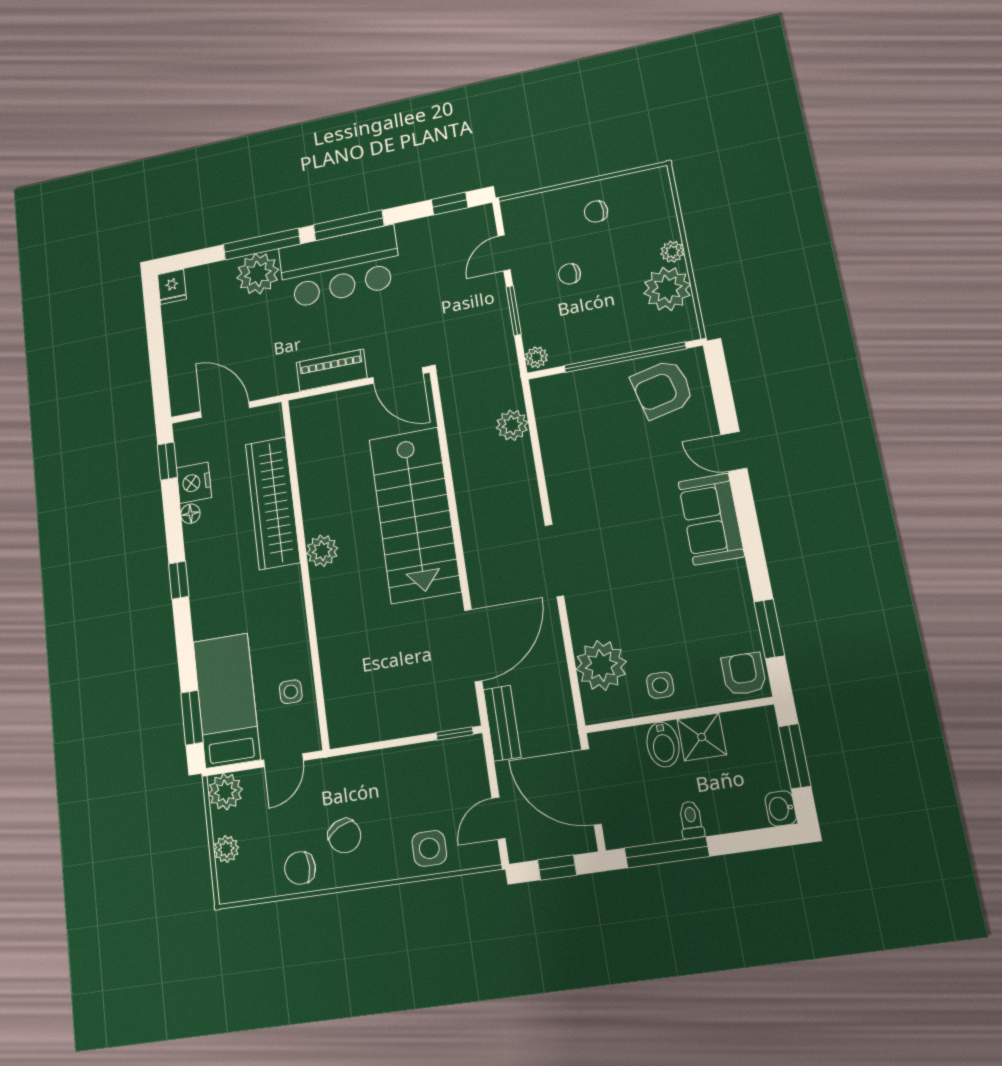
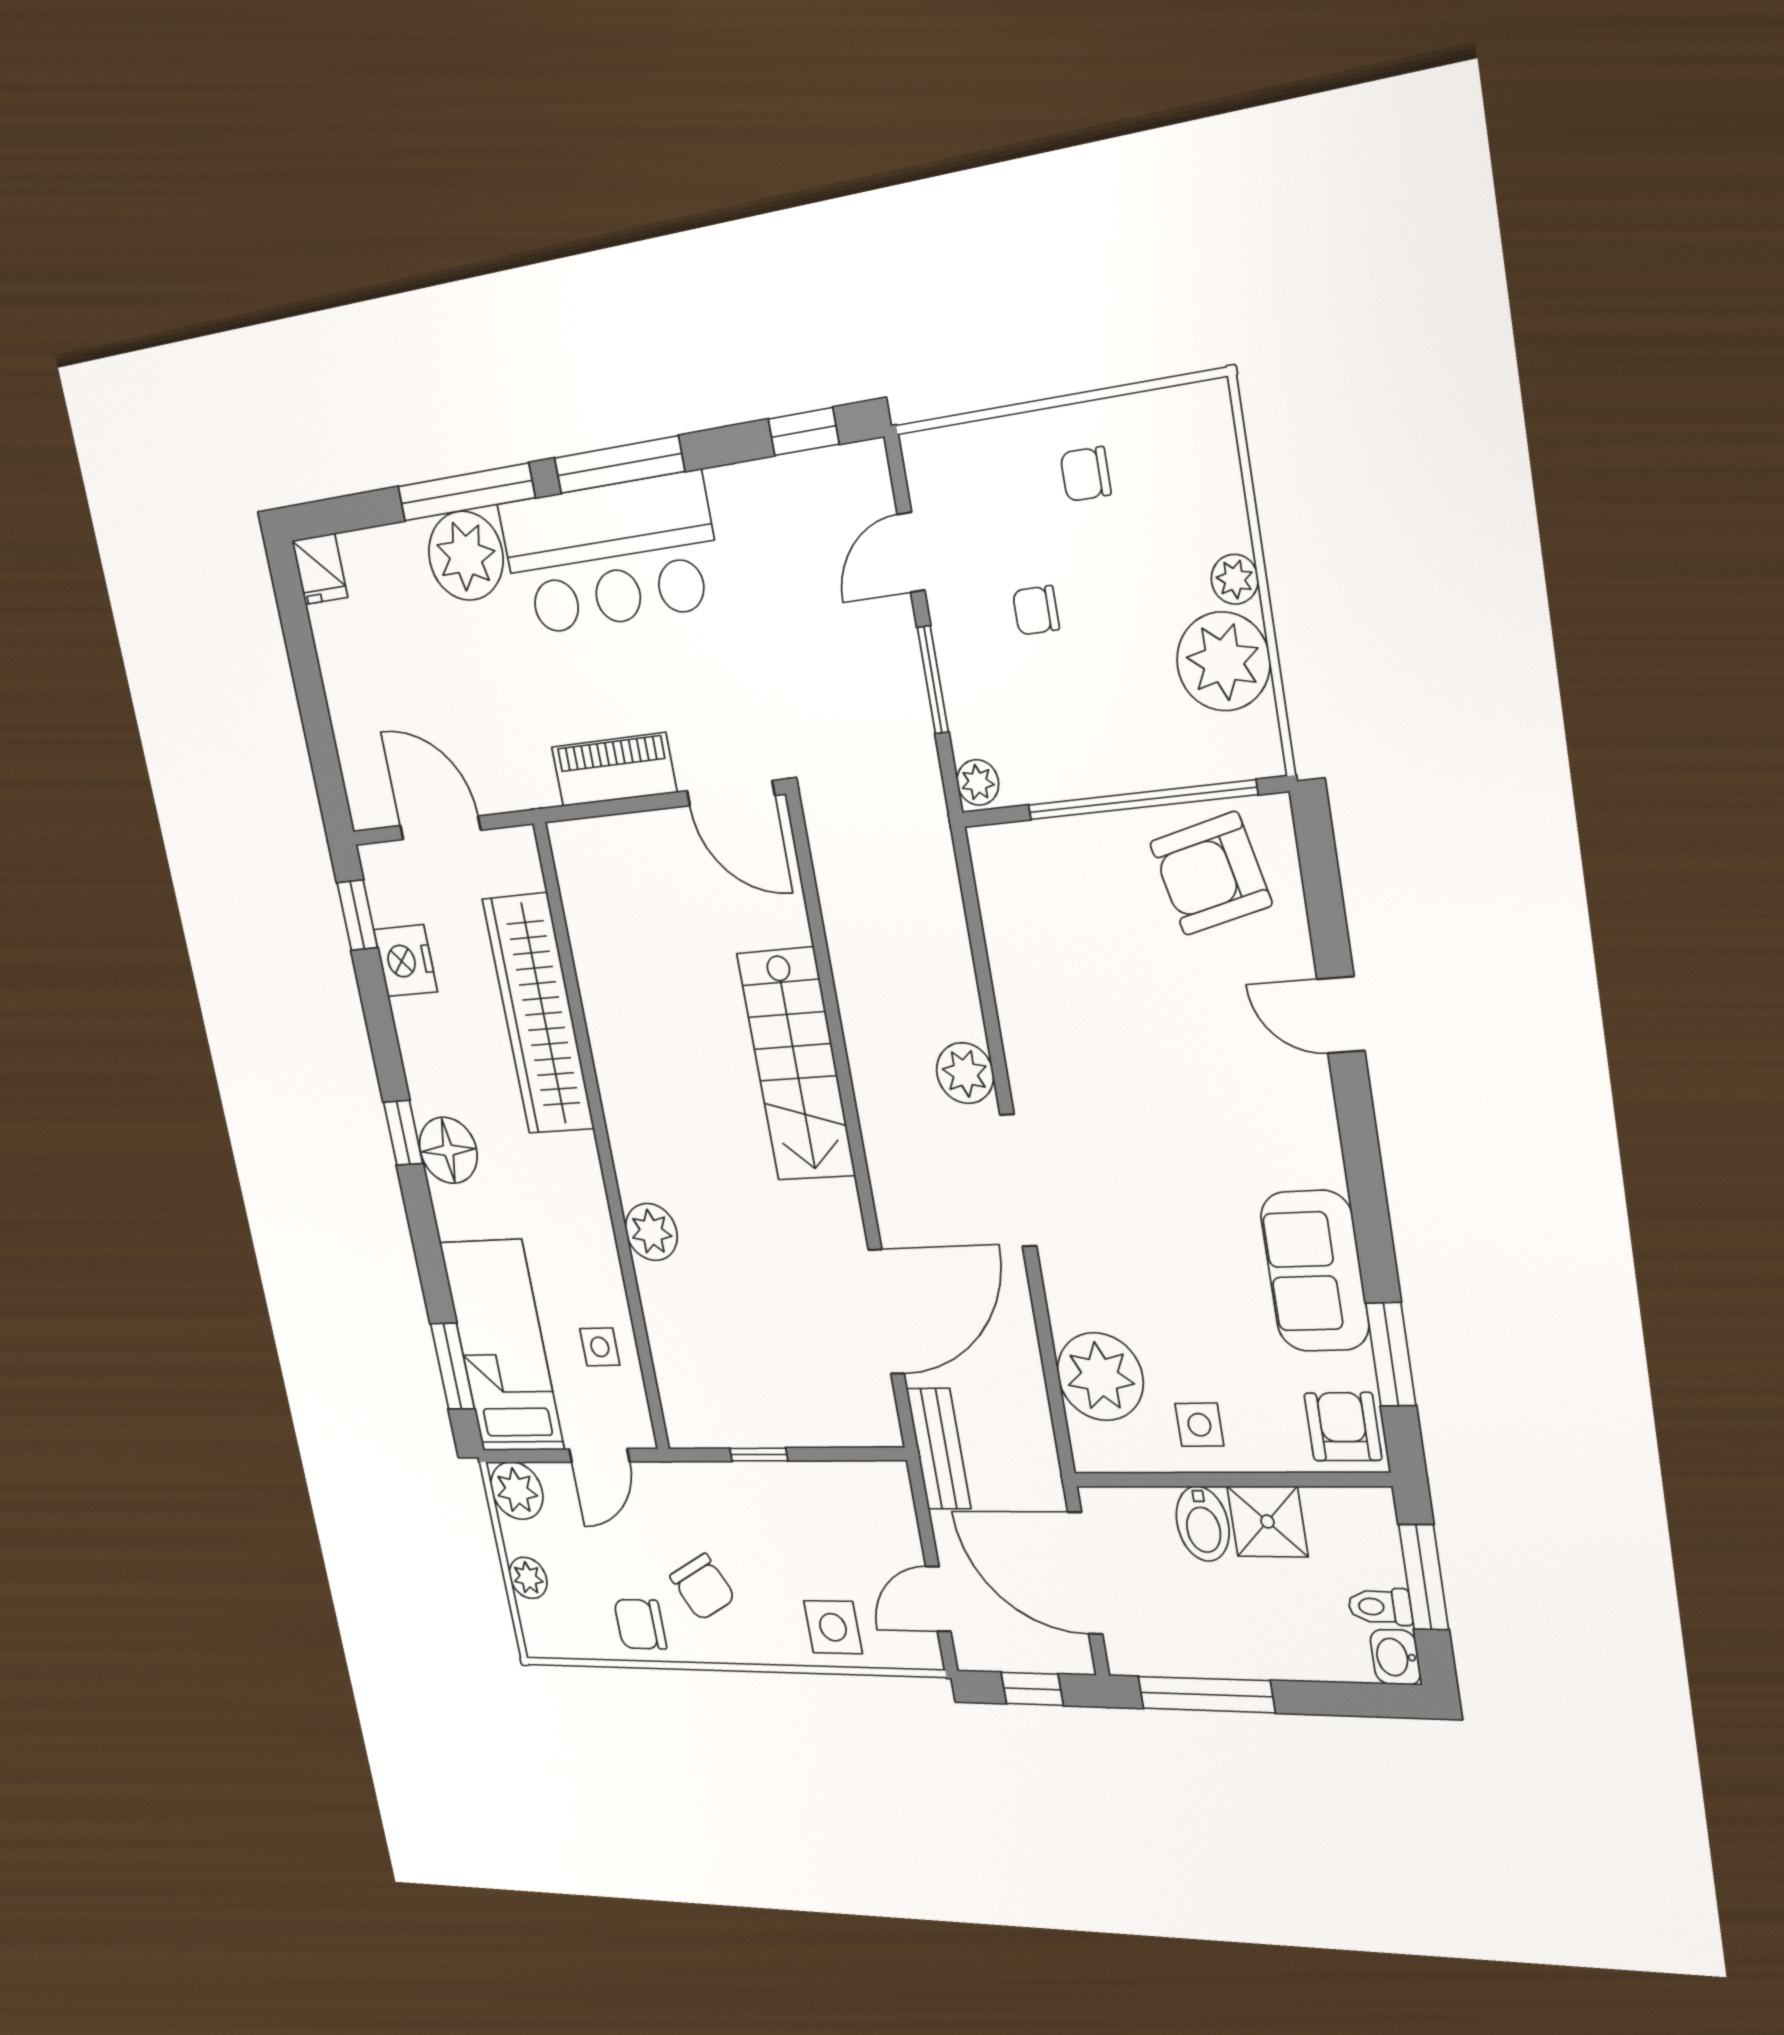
plant: (512, 425) -> (965, 1073), moved
floor lamp: (190, 514) -> (448, 1150), moved, width x1.89, depth x1.89
stairs: (415, 515) -> (796, 1065), width x0.73, depth x0.66
sofa: (711, 519) -> (1315, 1271), moved
plant: (322, 551) -> (651, 1232), moved
window: (455, 733) -> (759, 1455), moved
toilet: (691, 820) -> (1380, 1607), moved, turned -90

